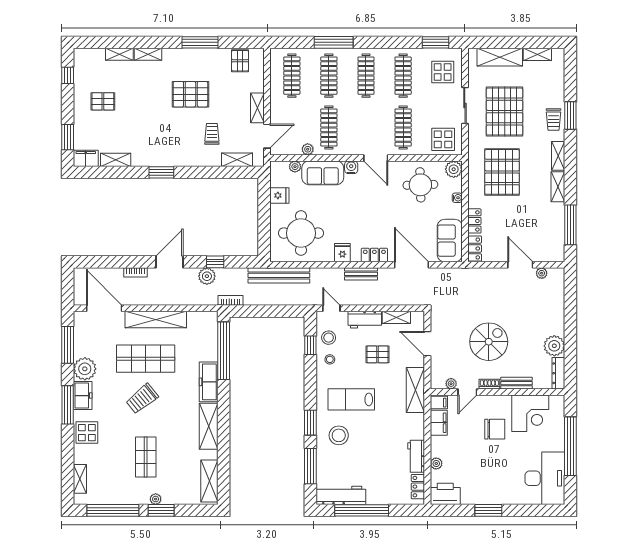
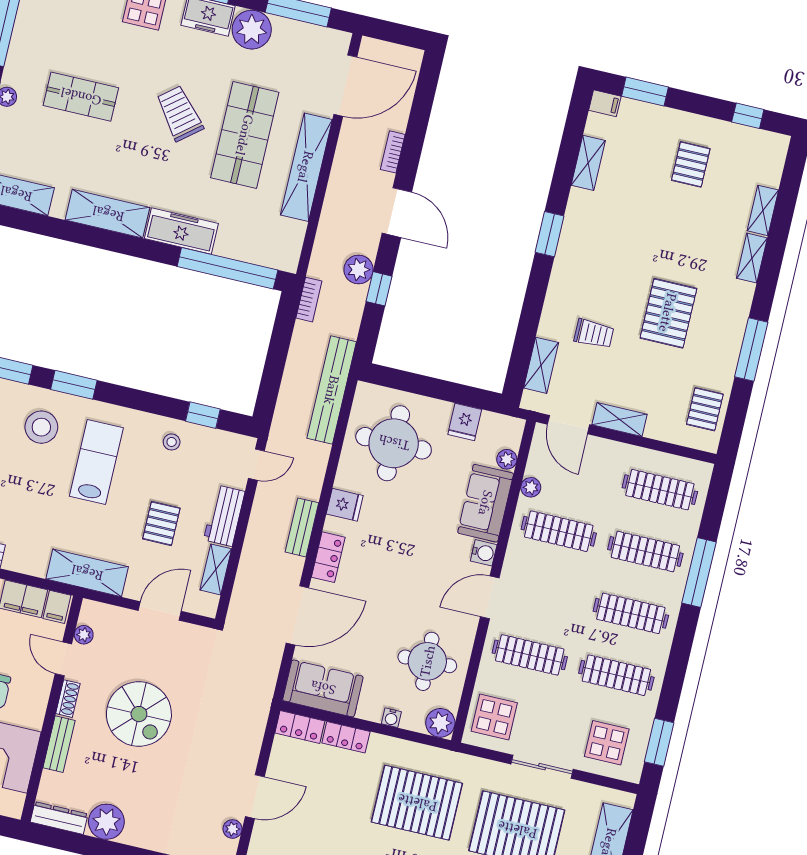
pallet: (240, 61) -> (705, 409), turned 90
filing cabinet: (86, 158) -> (605, 103), width x0.50
stool: (329, 338) -> (208, 448), removed

